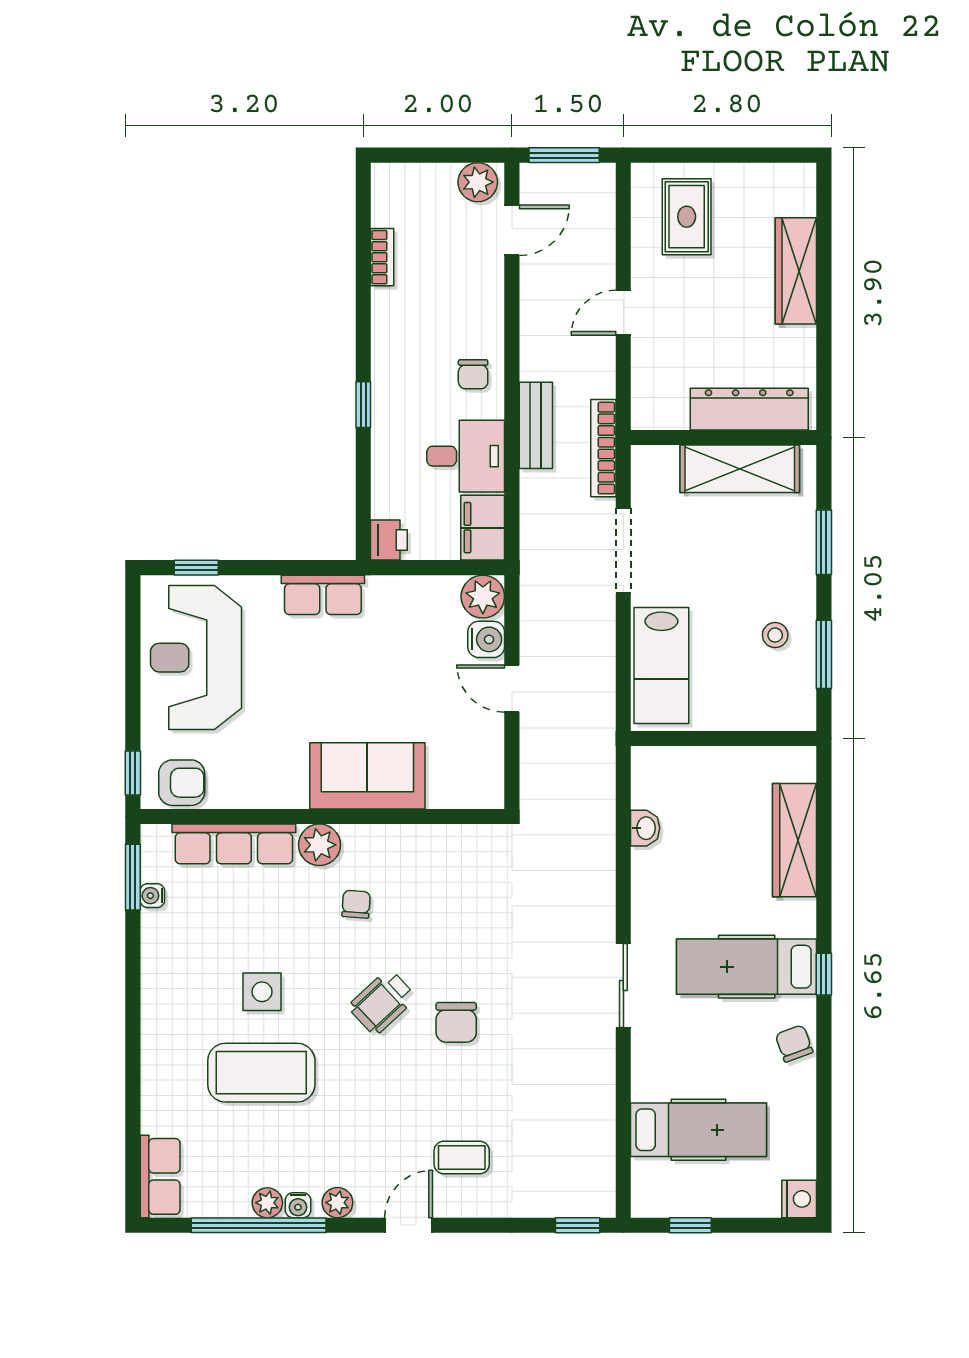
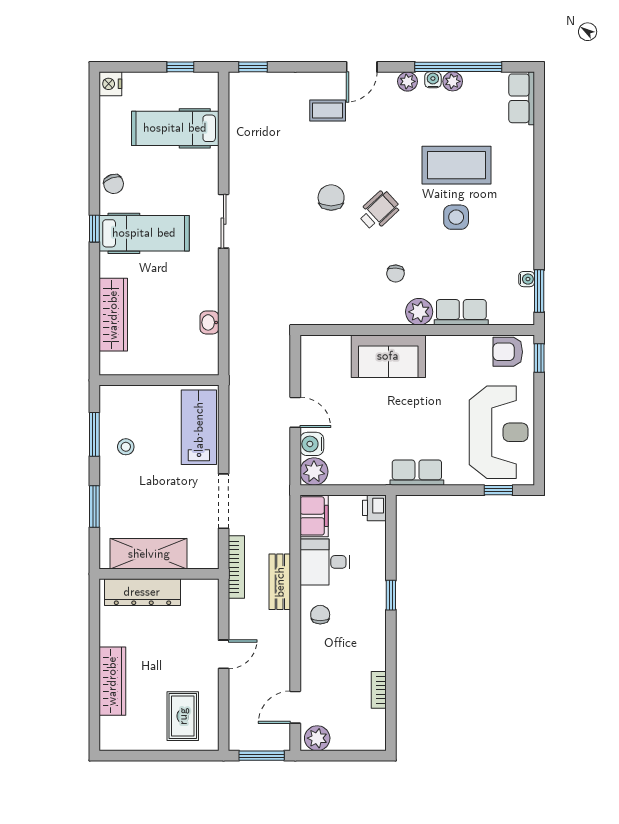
row of seats: (234, 844) -> (461, 312), width x0.68

